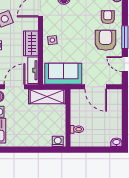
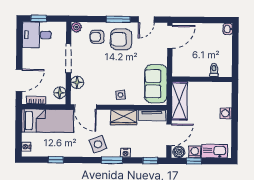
door: (15, 87) -> (169, 135), swing flipped
door: (96, 87) -> (170, 37), moved
washing machine: (58, 141) -> (226, 113), moved

